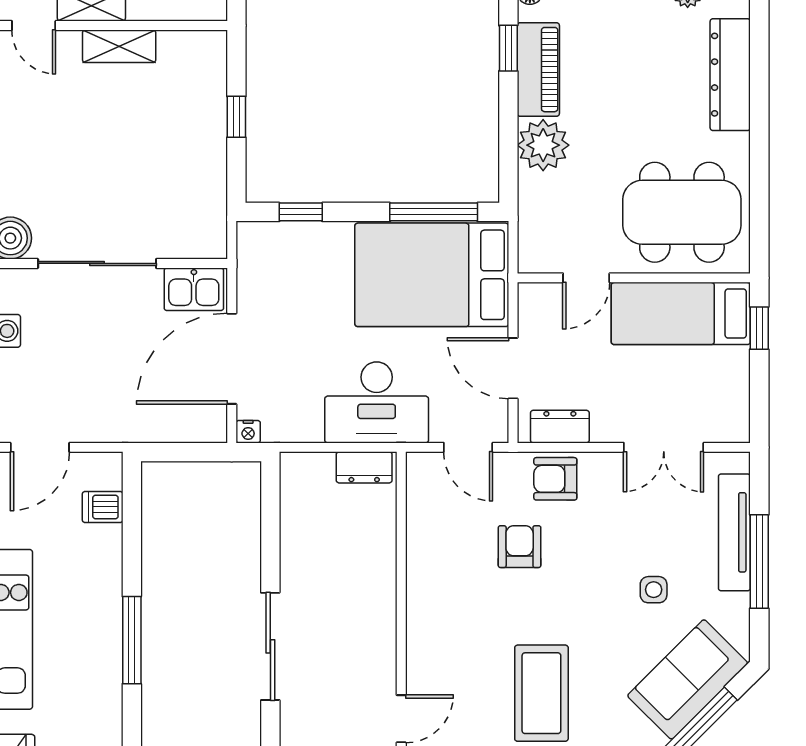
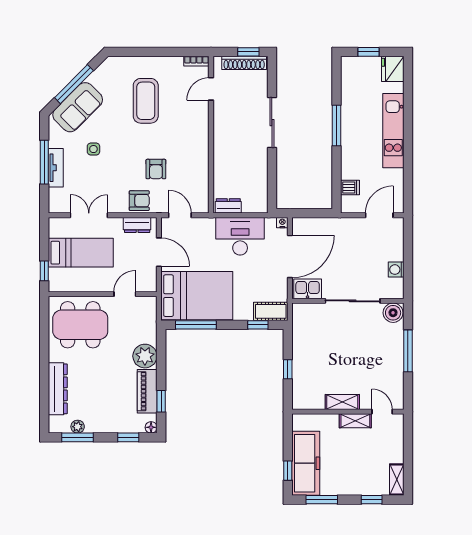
cot: (273, 241) -> (271, 311), added
bed: (681, 313) -> (81, 253), moved
desk: (377, 402) -> (240, 236), moved
tv unit: (734, 532) -> (56, 168), width x0.71

